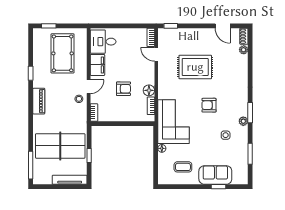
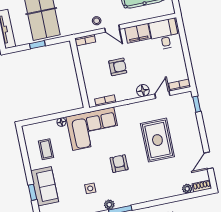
armchair: (123, 89) -> (118, 67), turned -90
floor lamp: (149, 90) -> (143, 91), moved

